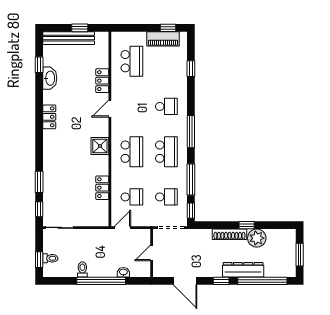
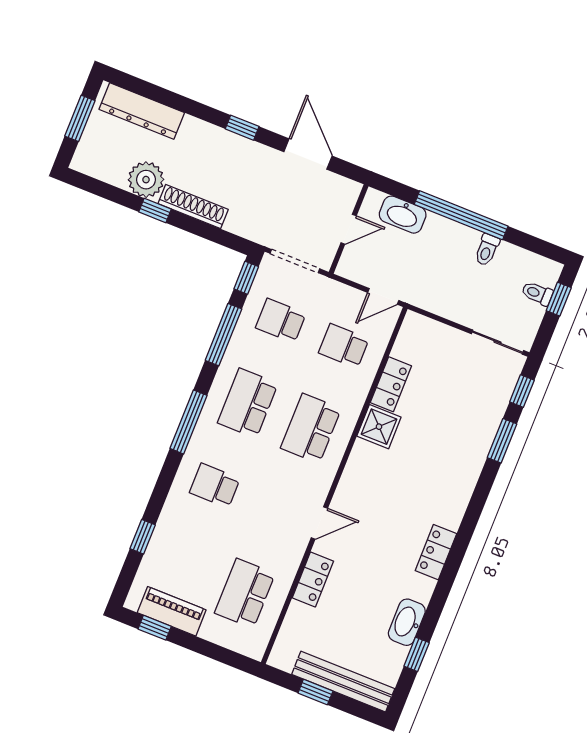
shower: (100, 146) -> (379, 427), moved
dresser: (243, 270) -> (142, 111), moved
washbasin: (123, 272) -> (403, 215), width x1.91, depth x1.45
window: (262, 281) -> (167, 98), removed

